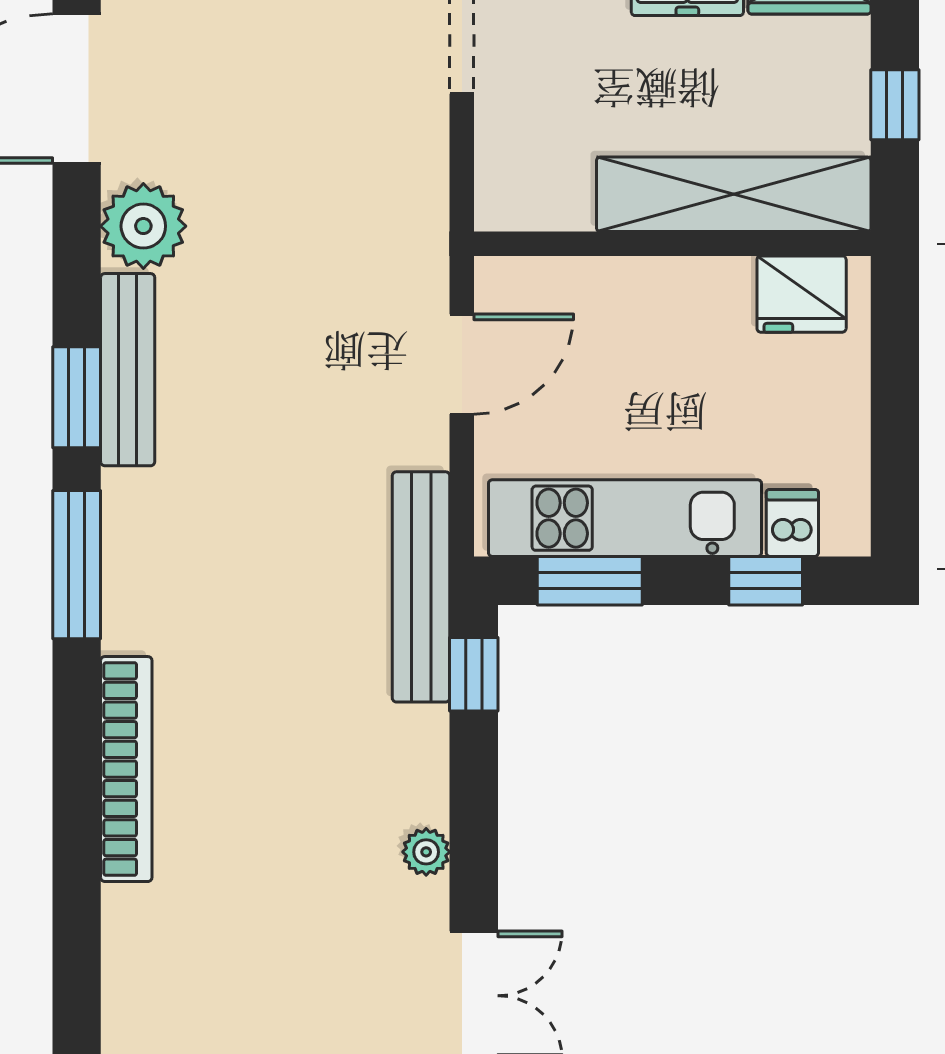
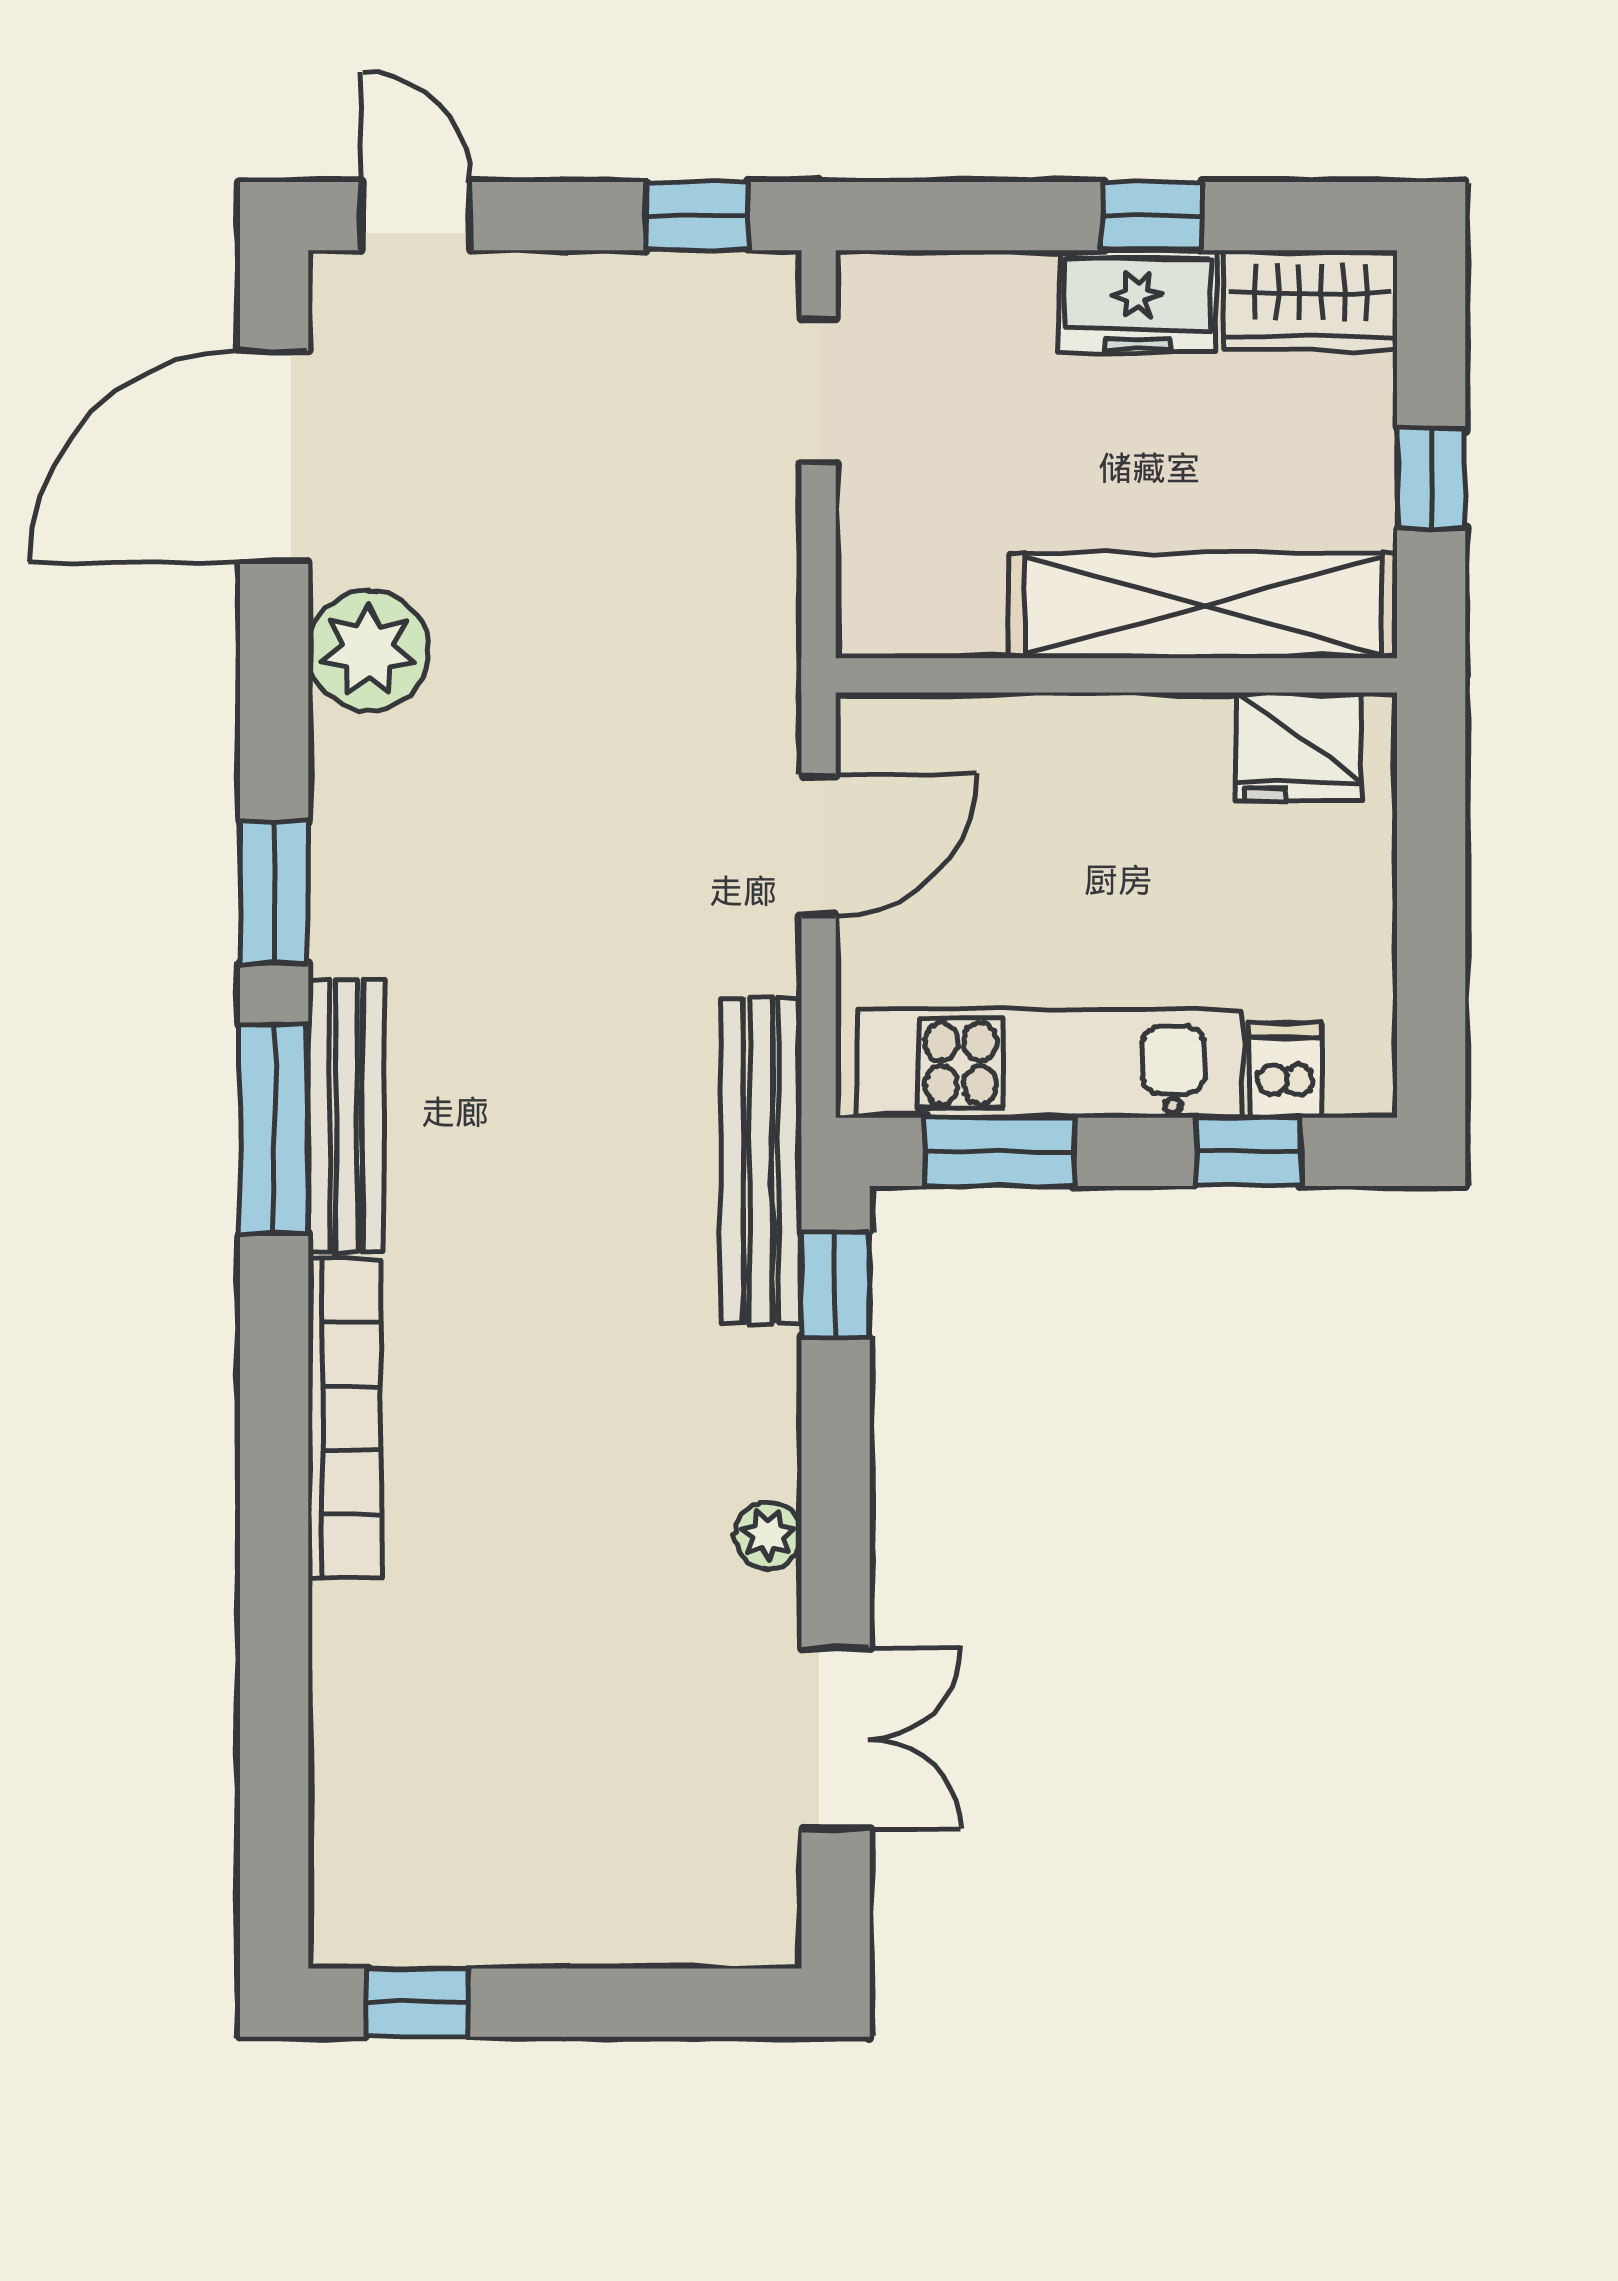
bench: (128, 370) -> (346, 1116), moved

